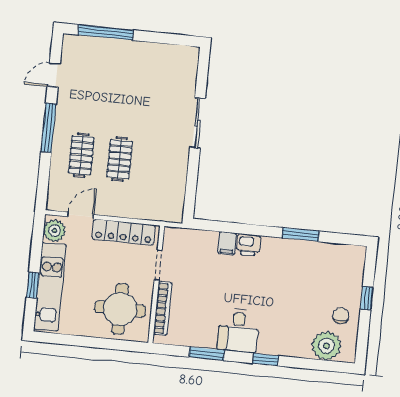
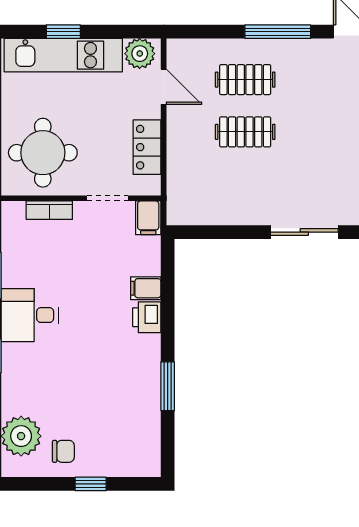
locker: (124, 232) -> (147, 147), width x0.66
filing cabinet: (176, 236) -> (148, 218), added
bookcase: (163, 308) -> (49, 210), width x0.64

